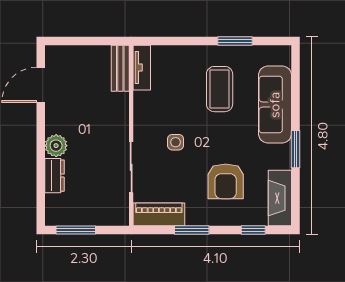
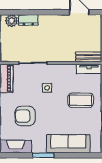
coffee table: (220, 89) -> (81, 100), moved
plant: (56, 146) -> (11, 21), moved

